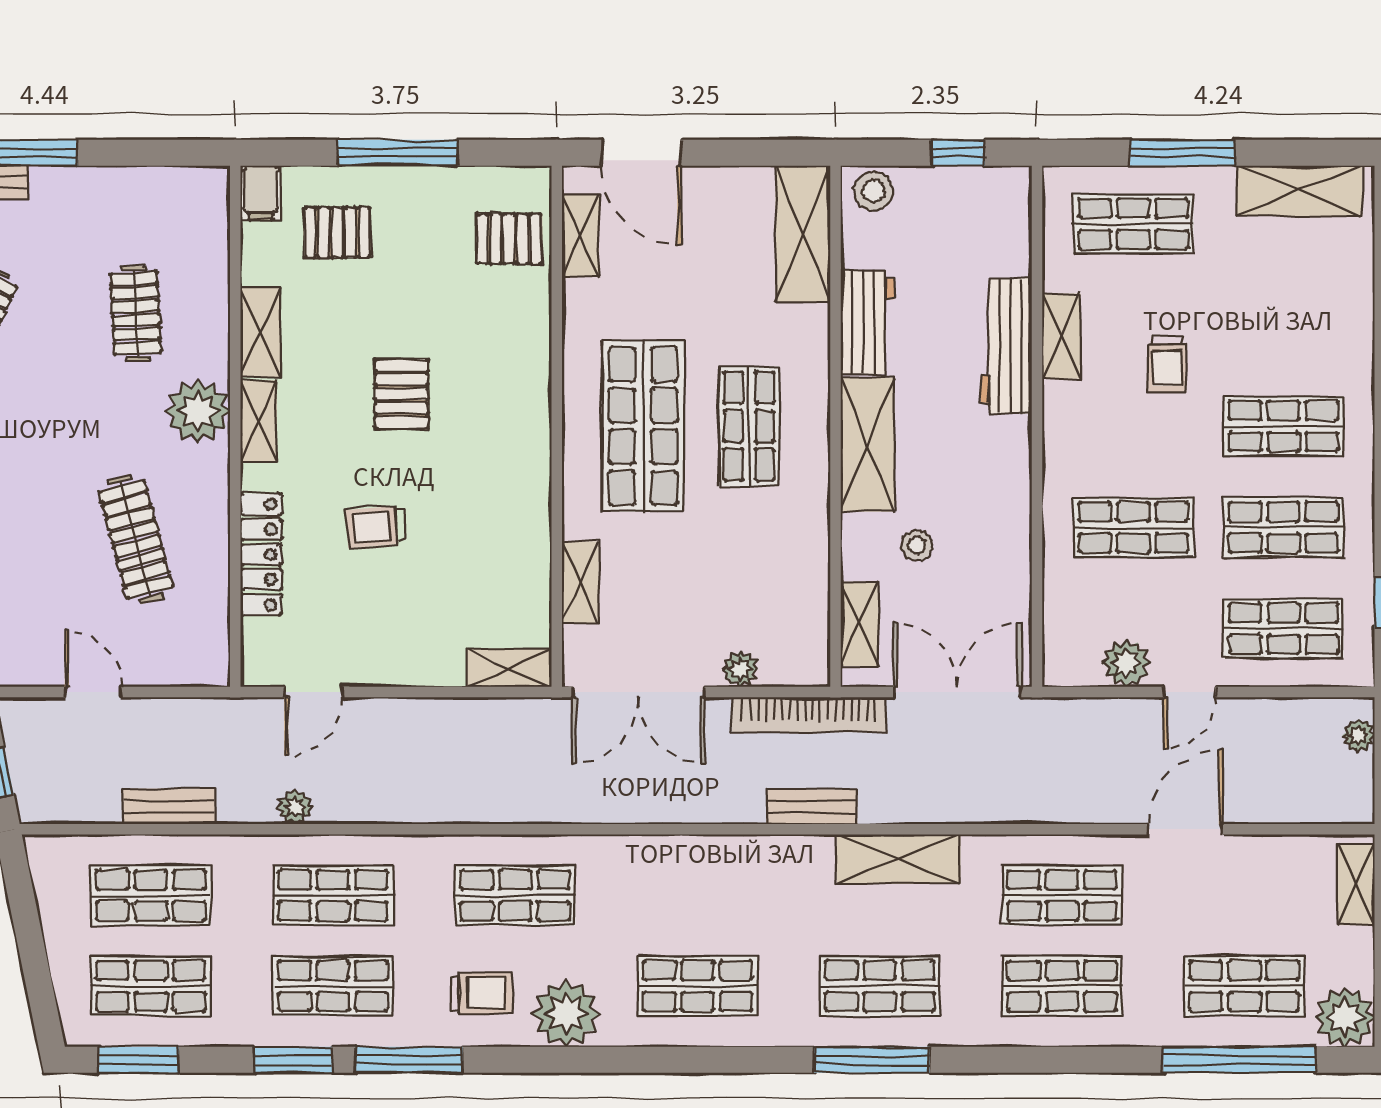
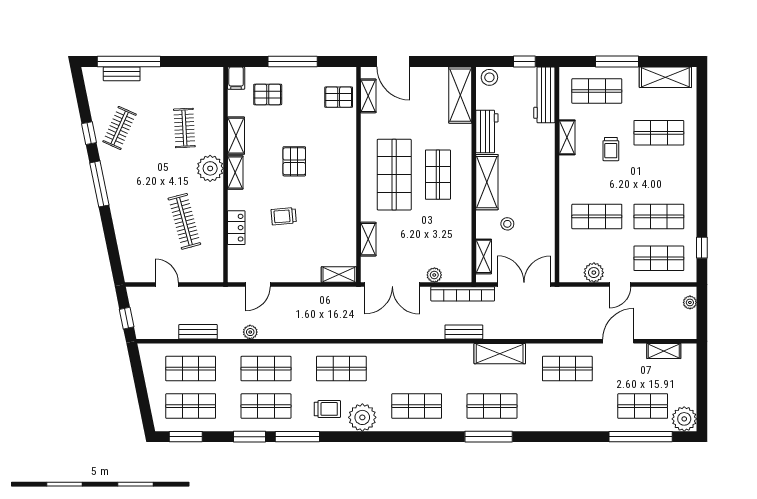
workbench: (1006, 346) -> (544, 95), moved
shop shelf: (1283, 426) -> (659, 133), moved
locker: (261, 554) -> (236, 228), width x0.66
shelving: (1356, 884) -> (664, 351), moved, turned 90
shop shelf: (1062, 986) -> (567, 406), removed

